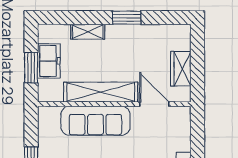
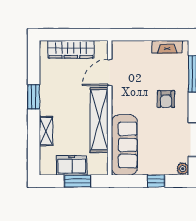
wardrobe: (181, 69) -> (71, 49), width x1.50
sofa: (95, 121) -> (124, 145), moved

